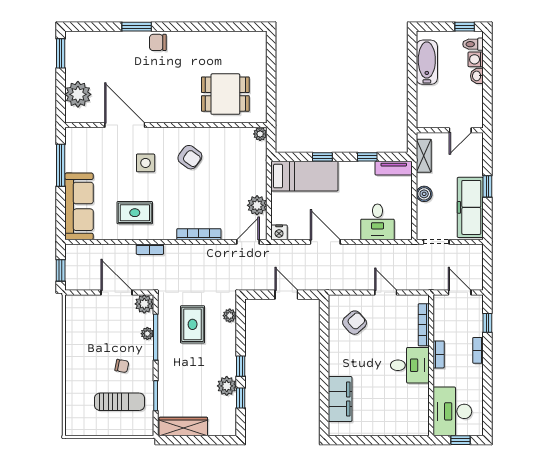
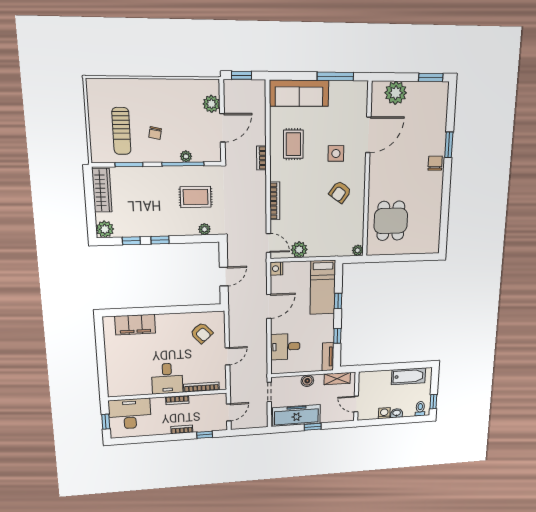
washing machine: (476, 59) -> (384, 413), moved
plant: (144, 304) -> (211, 104), moved
plant: (227, 386) -> (105, 229), moved

